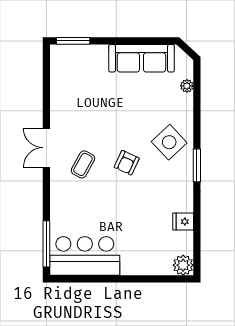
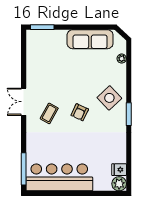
fridge: (183, 222) -> (119, 170), moved
bar counter: (85, 256) -> (59, 177), width x1.36

